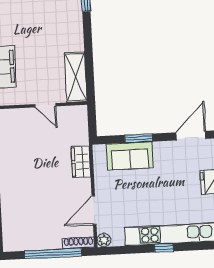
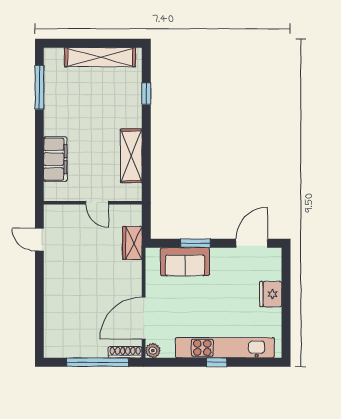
shelving: (76, 77) -> (131, 156), moved
wardrobe: (81, 162) -> (132, 243), moved
door: (94, 210) -> (144, 318), width x1.36

